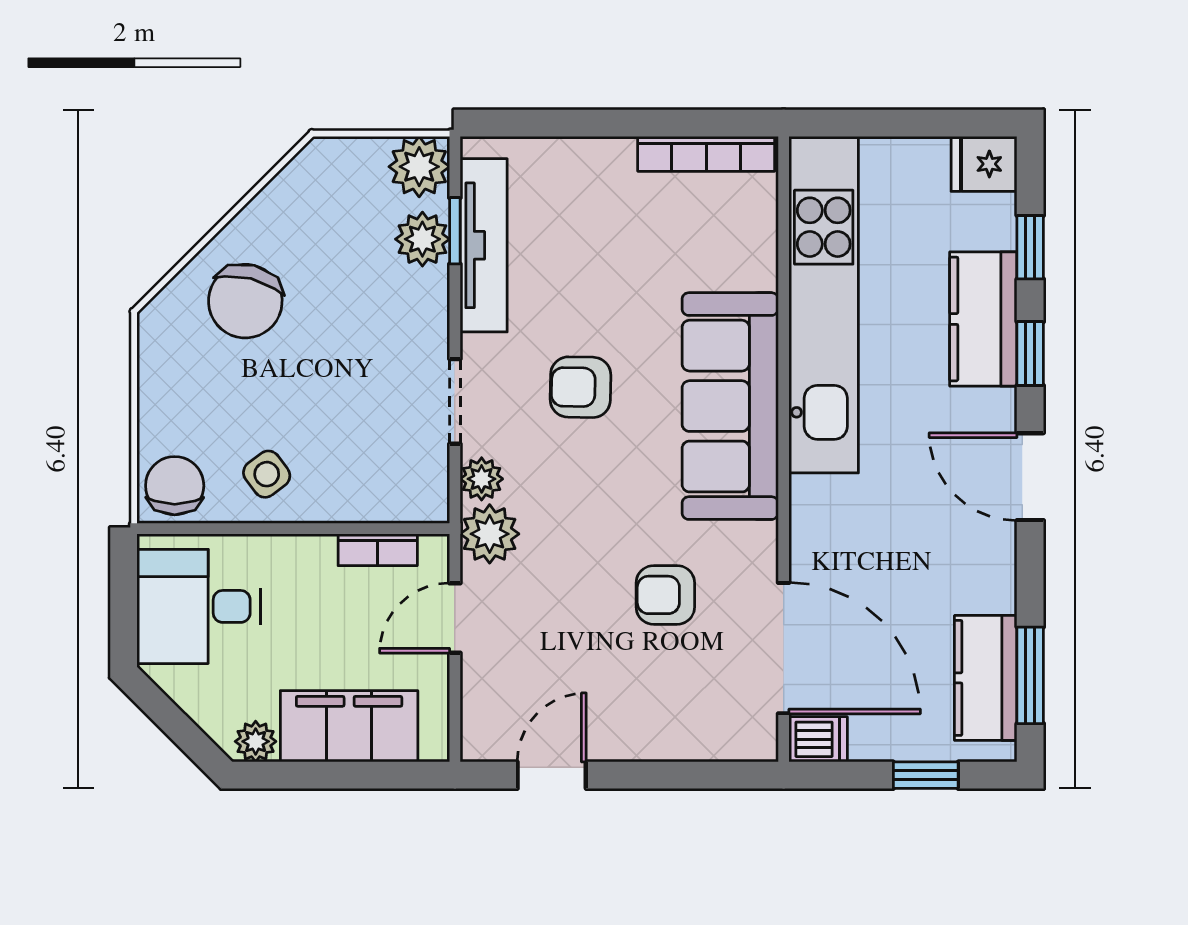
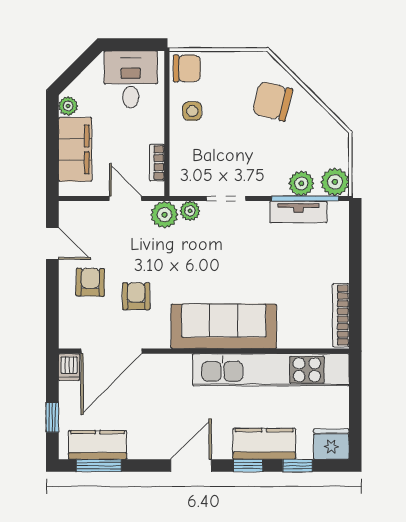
fridge: (984, 164) -> (331, 444), width x1.38
window: (455, 231) -> (305, 199), width x2.17
tv unit: (484, 245) -> (298, 212), width x0.71
armchair: (580, 387) -> (90, 282), moved
side table: (267, 474) -> (192, 111), turned 37

